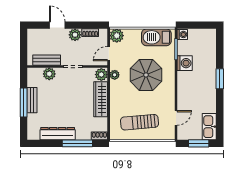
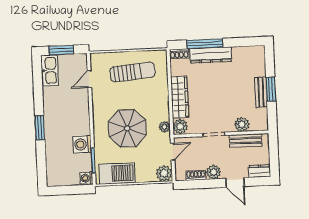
dresser: (36, 34) -> (259, 171), added
window: (24, 103) -> (271, 89), width x0.69
dresser: (58, 134) -> (211, 55), moved

